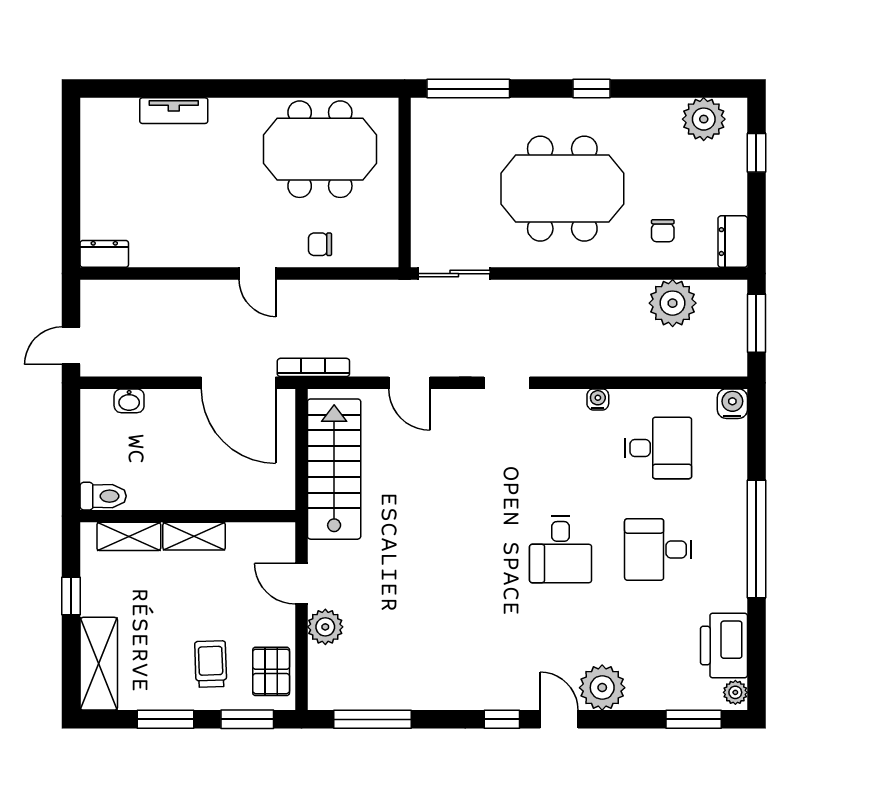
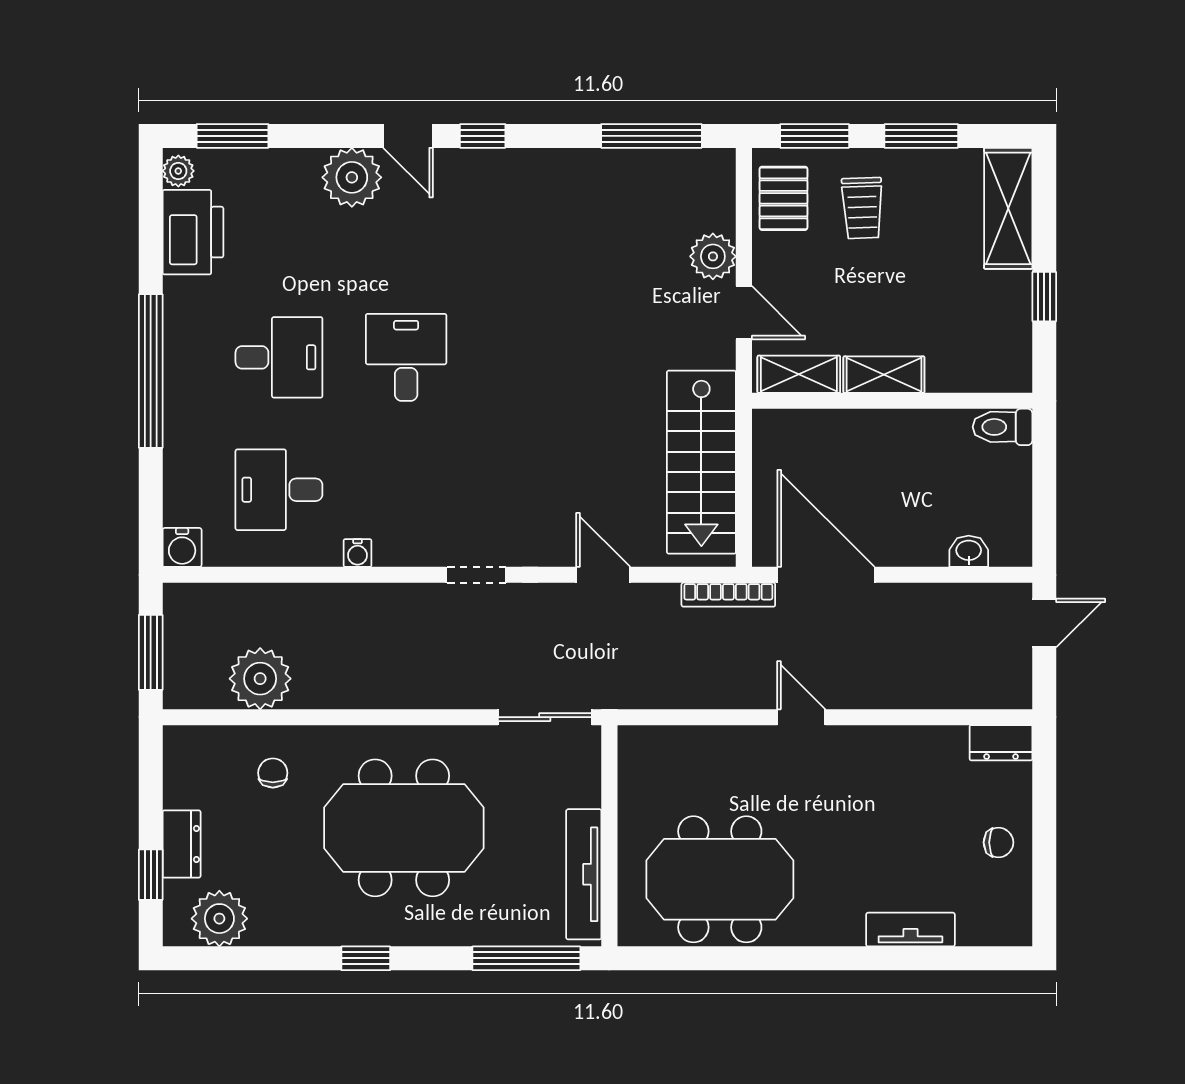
tv unit: (424, 153) -> (584, 874), added
dresser: (733, 242) -> (182, 844), moved
chair: (320, 244) -> (999, 842), moved
shelving: (129, 536) -> (799, 374), moved

